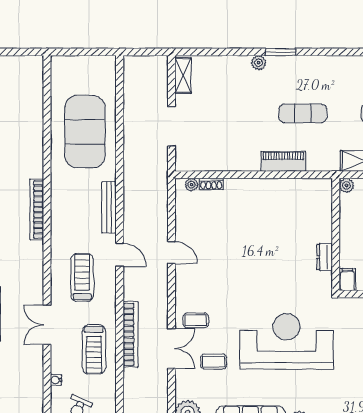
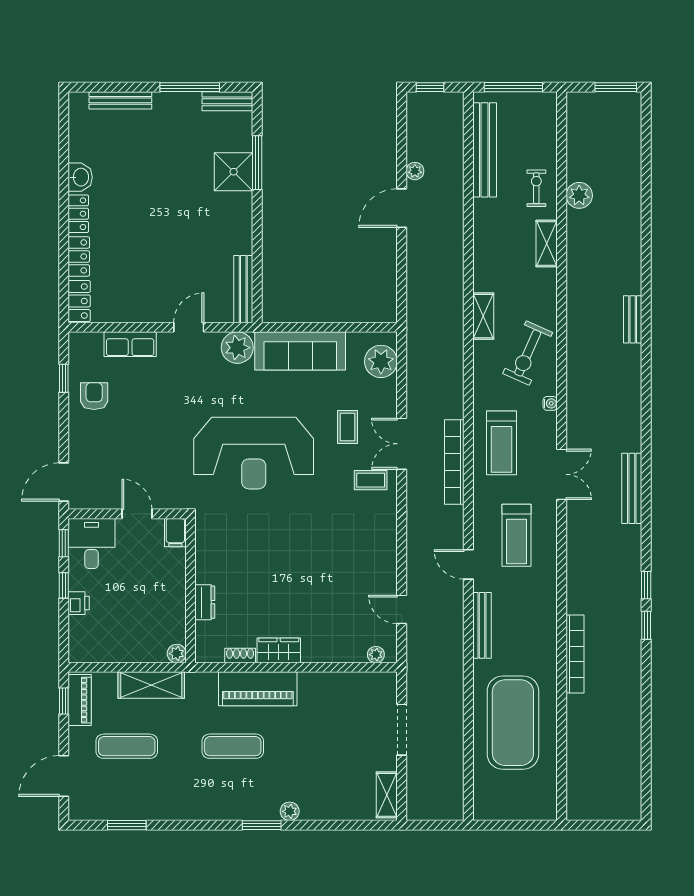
piano: (283, 161) -> (258, 689), width x1.37, depth x1.33
shoe rack: (211, 184) -> (240, 655), moved
wardrobe: (267, 188) -> (279, 650), added
bookcase: (37, 210) -> (575, 654), moved
door: (171, 253) -> (402, 609), moved
dresser: (325, 257) -> (205, 602), moved
treadmill: (94, 349) -> (501, 443), turned 180
coffee table: (214, 362) -> (347, 427), turned 90

